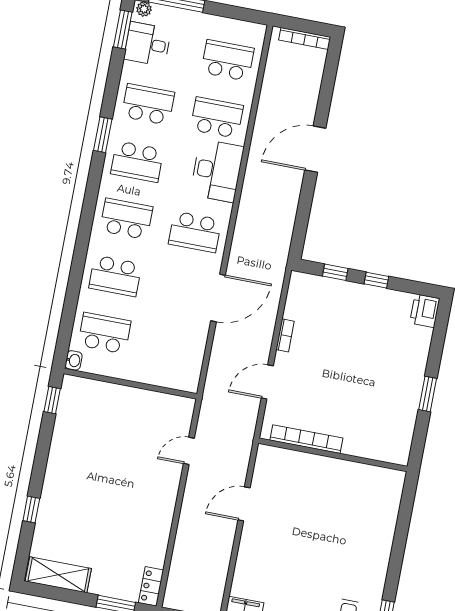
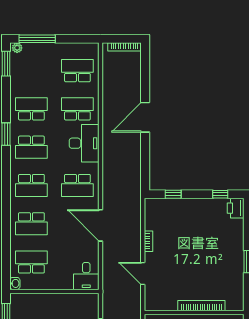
desk: (147, 44) -> (86, 276), moved, turned -90
school desk: (126, 219) -> (31, 185), turned 180
window: (376, 280) -> (220, 194), moved
door: (218, 298) -> (101, 225), swing flipped
door: (267, 382) -> (143, 273), hinge flipped
bookcase: (306, 439) -> (201, 306), moved

